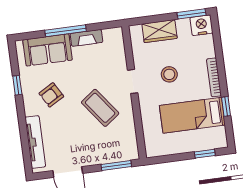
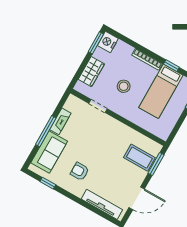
doorway: (133, 81) -> (98, 106), moved
window: (17, 85) -> (48, 183), moved
armchair: (51, 95) -> (80, 171), turned 120
coffee table: (100, 108) -> (139, 158), moved, turned 37

